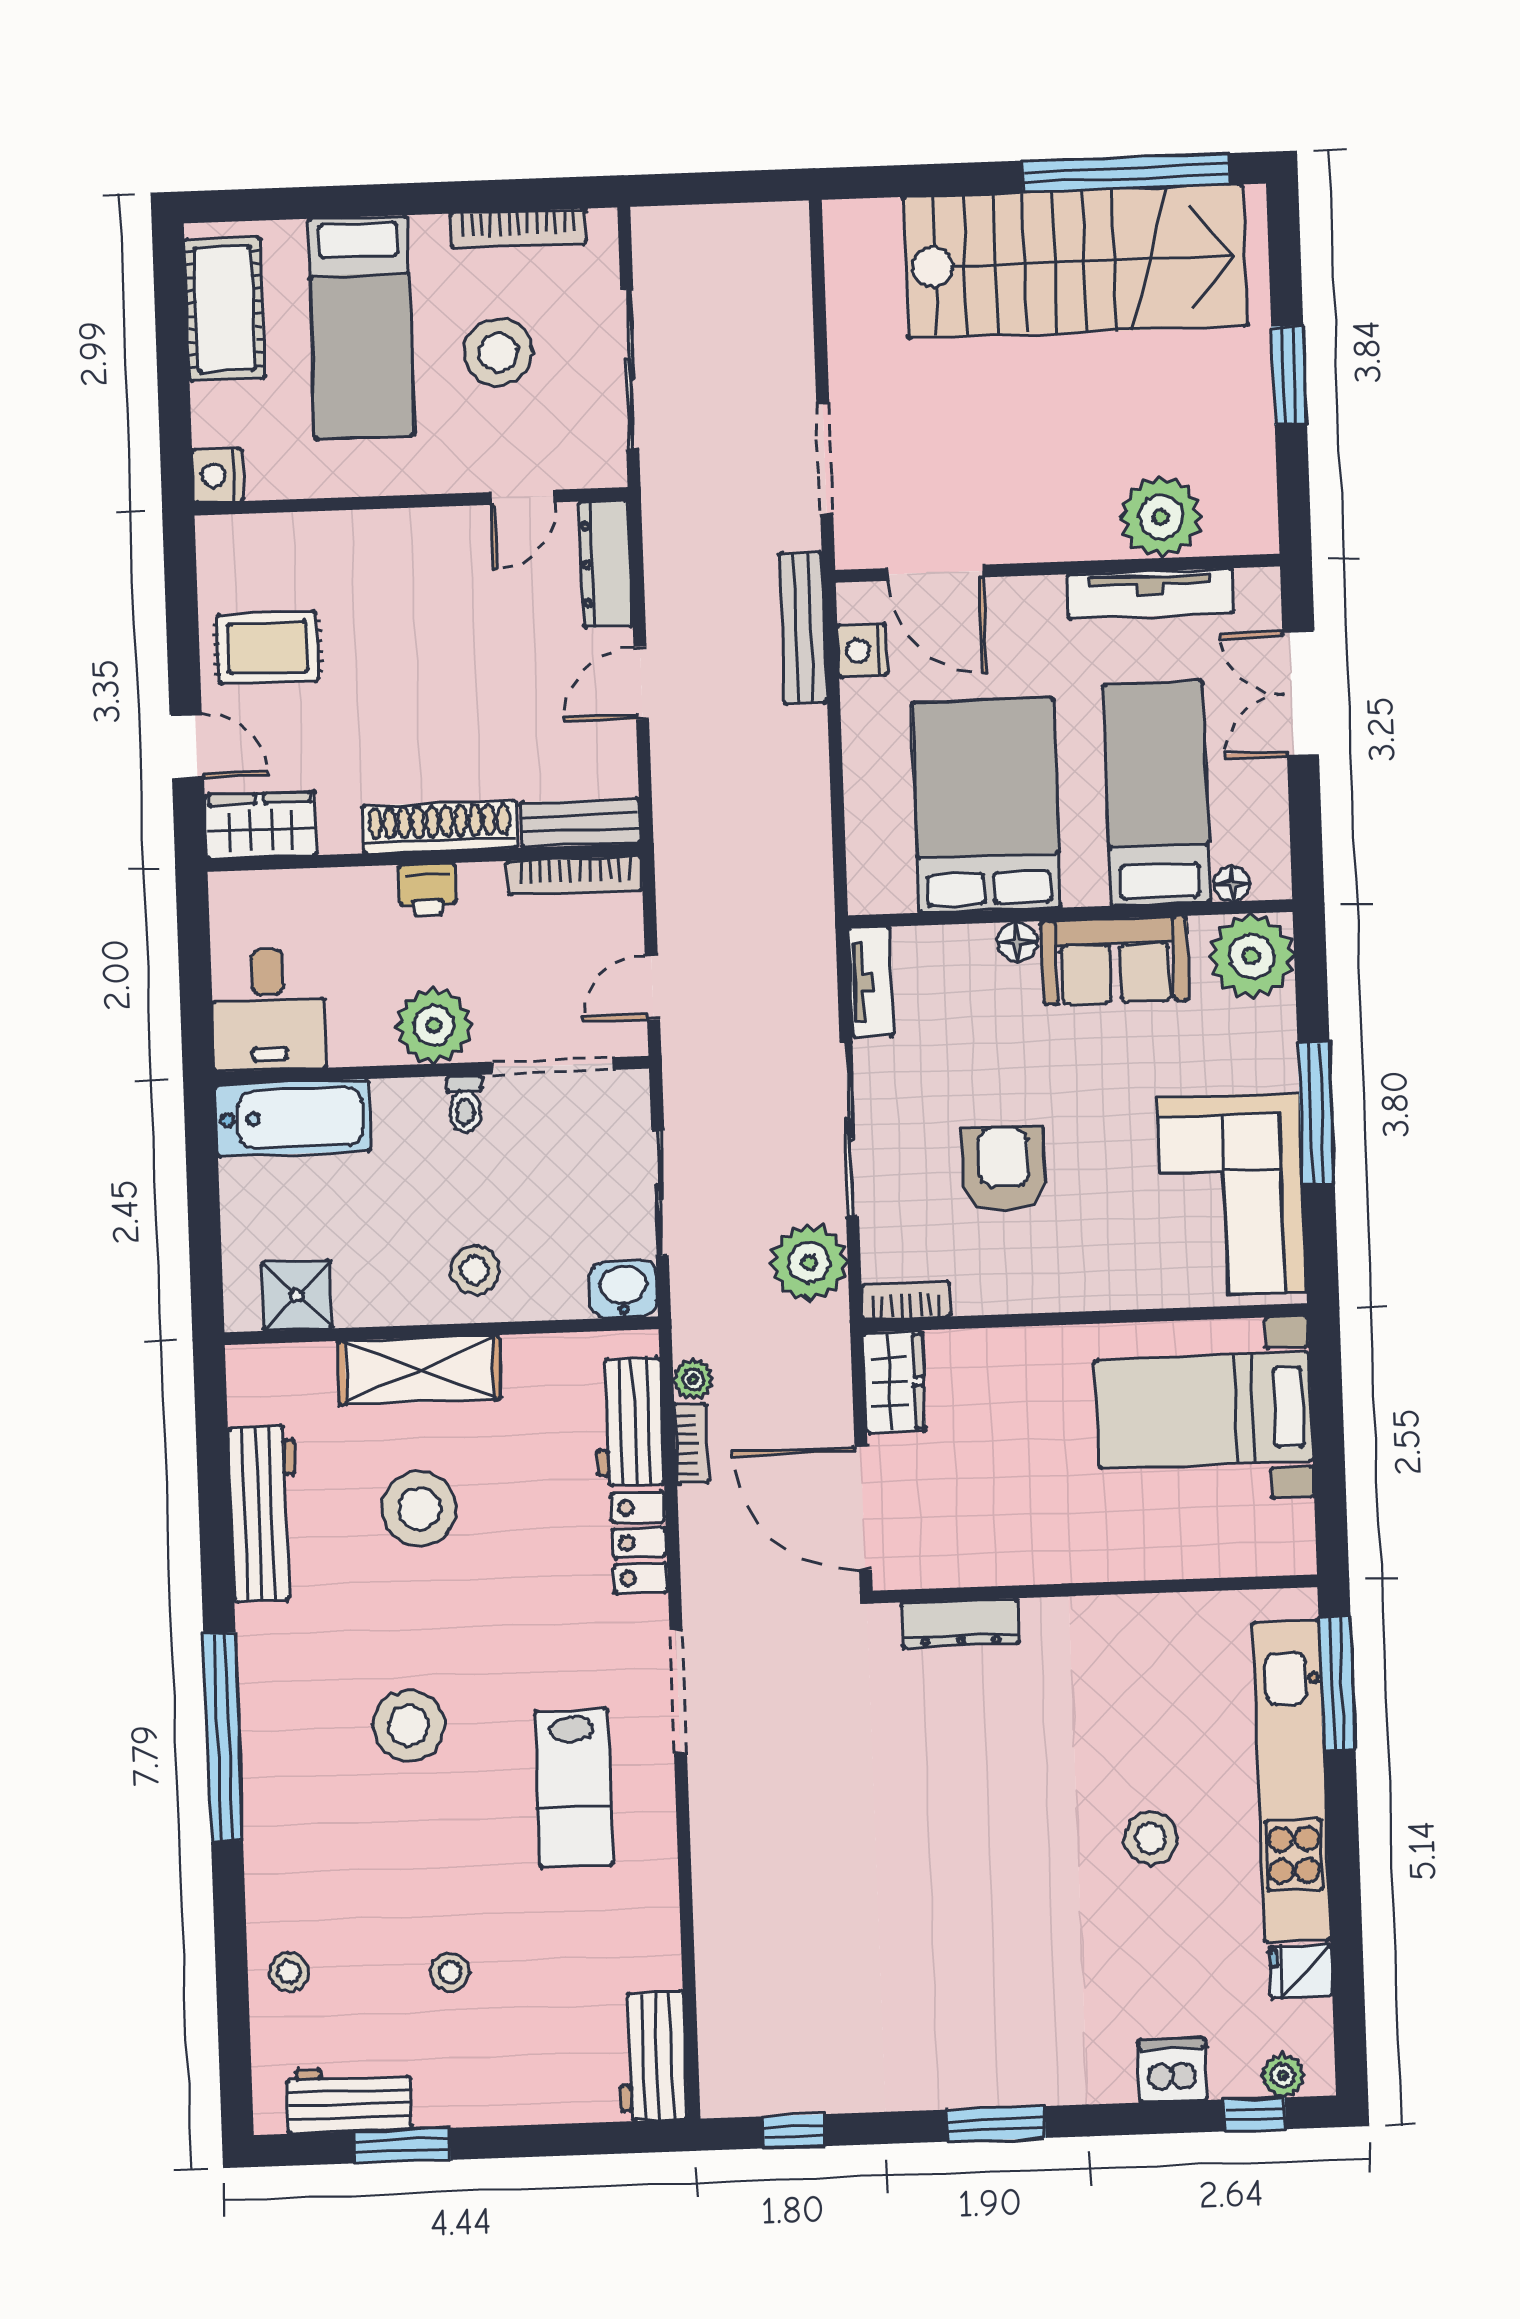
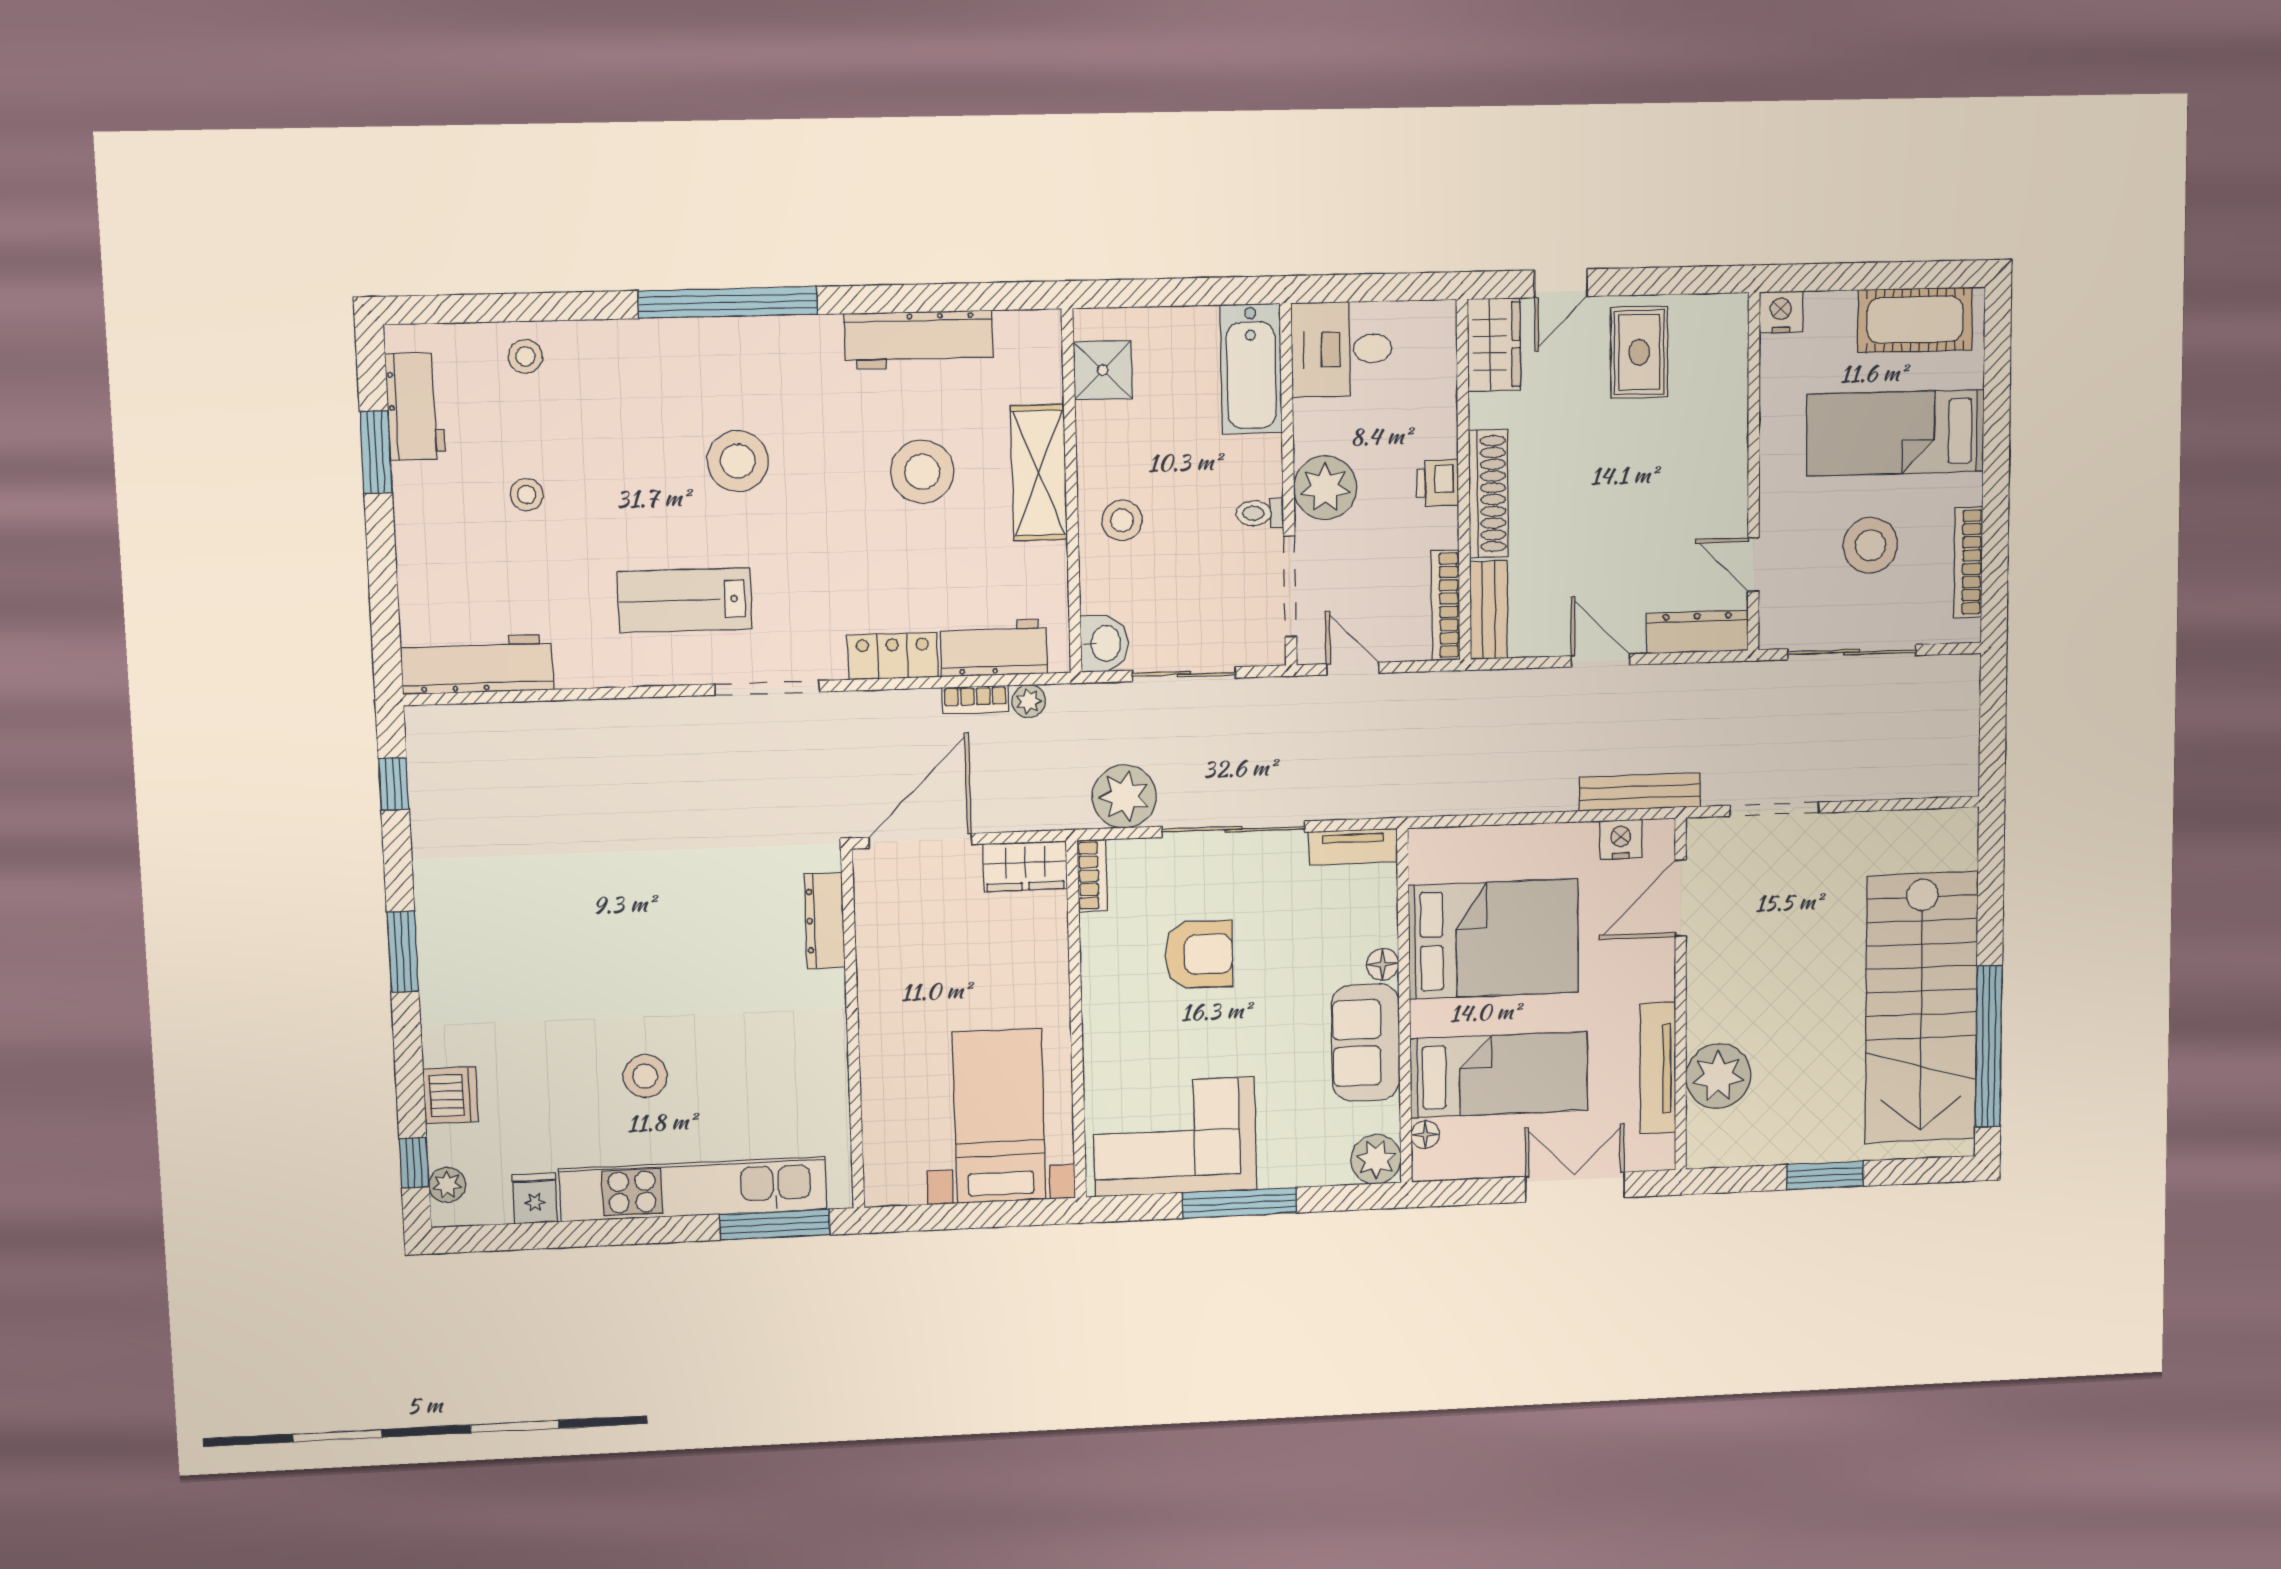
plant: (1252, 956) -> (1376, 1159), width x0.73, depth x0.73
workbench: (652, 2056) -> (477, 664), width x1.37

